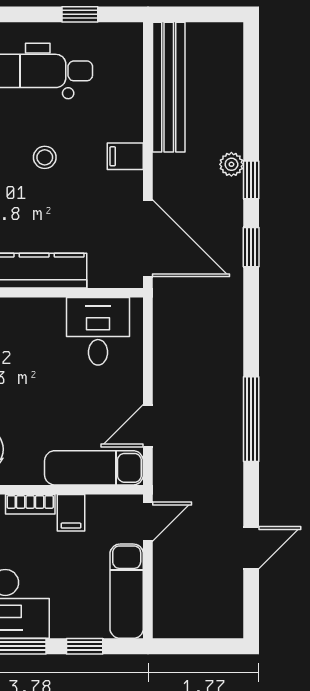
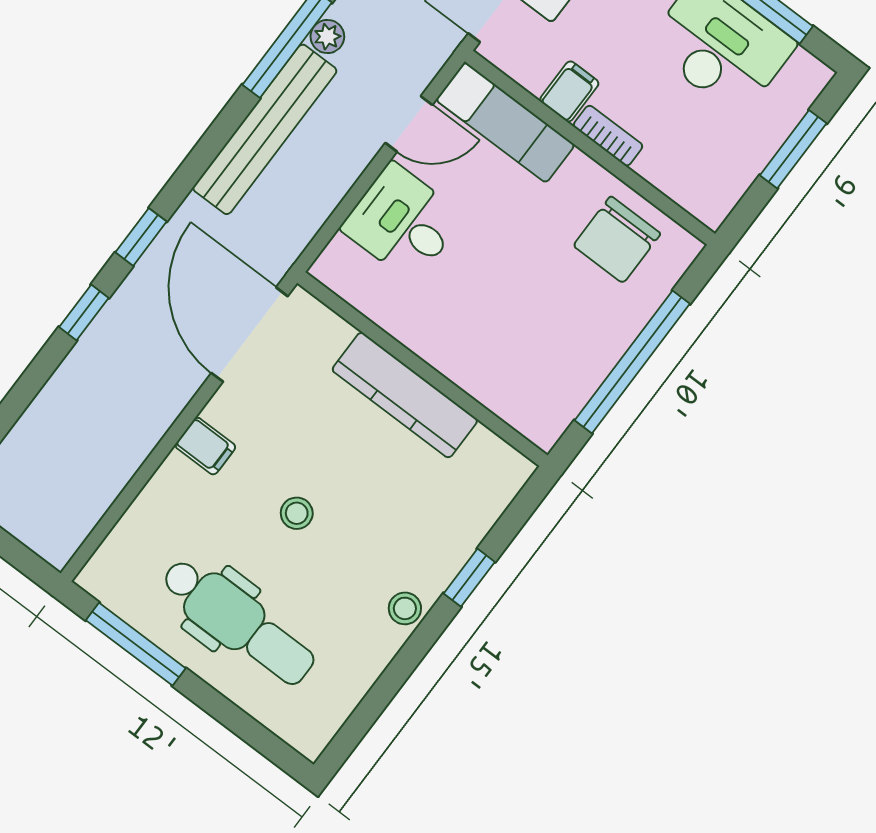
window: (80, 14) -> (136, 644), width x2.17
bench: (169, 87) -> (265, 129), moved
plant: (231, 164) -> (327, 36), moved
desk: (98, 331) -> (403, 222), moved, turned 90

